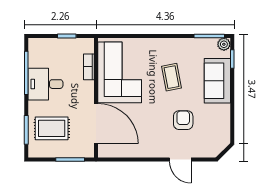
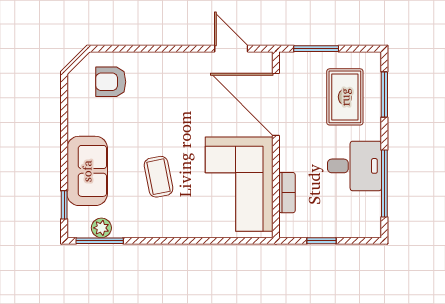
plant: (224, 44) -> (101, 228), moved
armchair: (183, 120) -> (111, 82), moved, turned 90
rug: (52, 128) -> (345, 97), turned 90
door: (180, 159) -> (231, 49), moved

